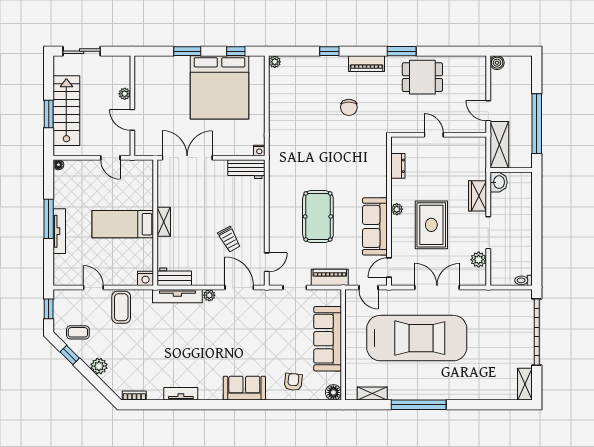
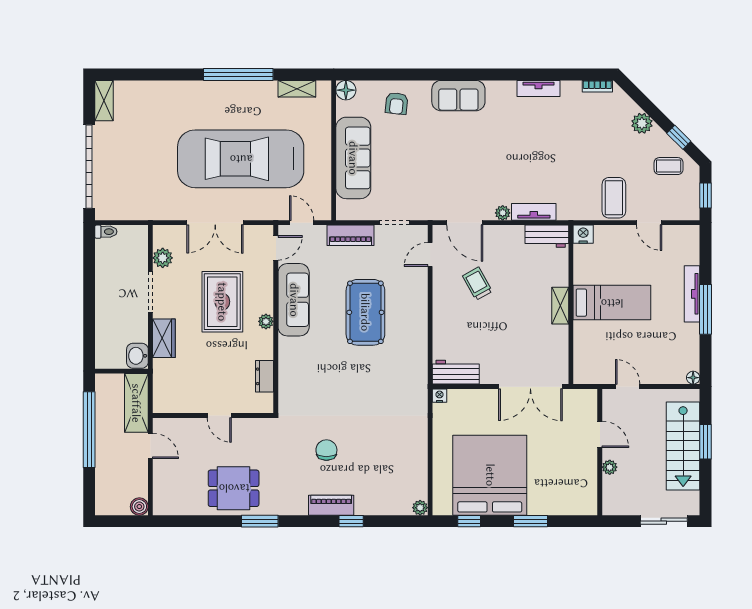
piano: (367, 64) -> (331, 505), moved
tv unit: (177, 296) -> (534, 212), width x0.71

